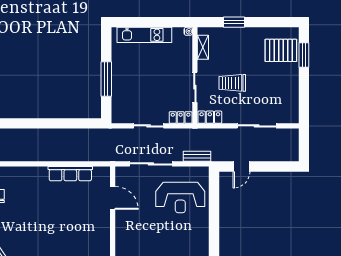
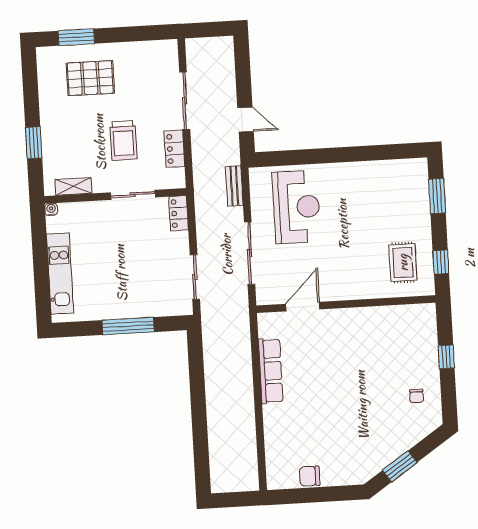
pallet: (281, 50) -> (90, 78), moved, turned 90
locker: (210, 117) -> (174, 149), moved
sliding door: (149, 126) -> (195, 277), moved

